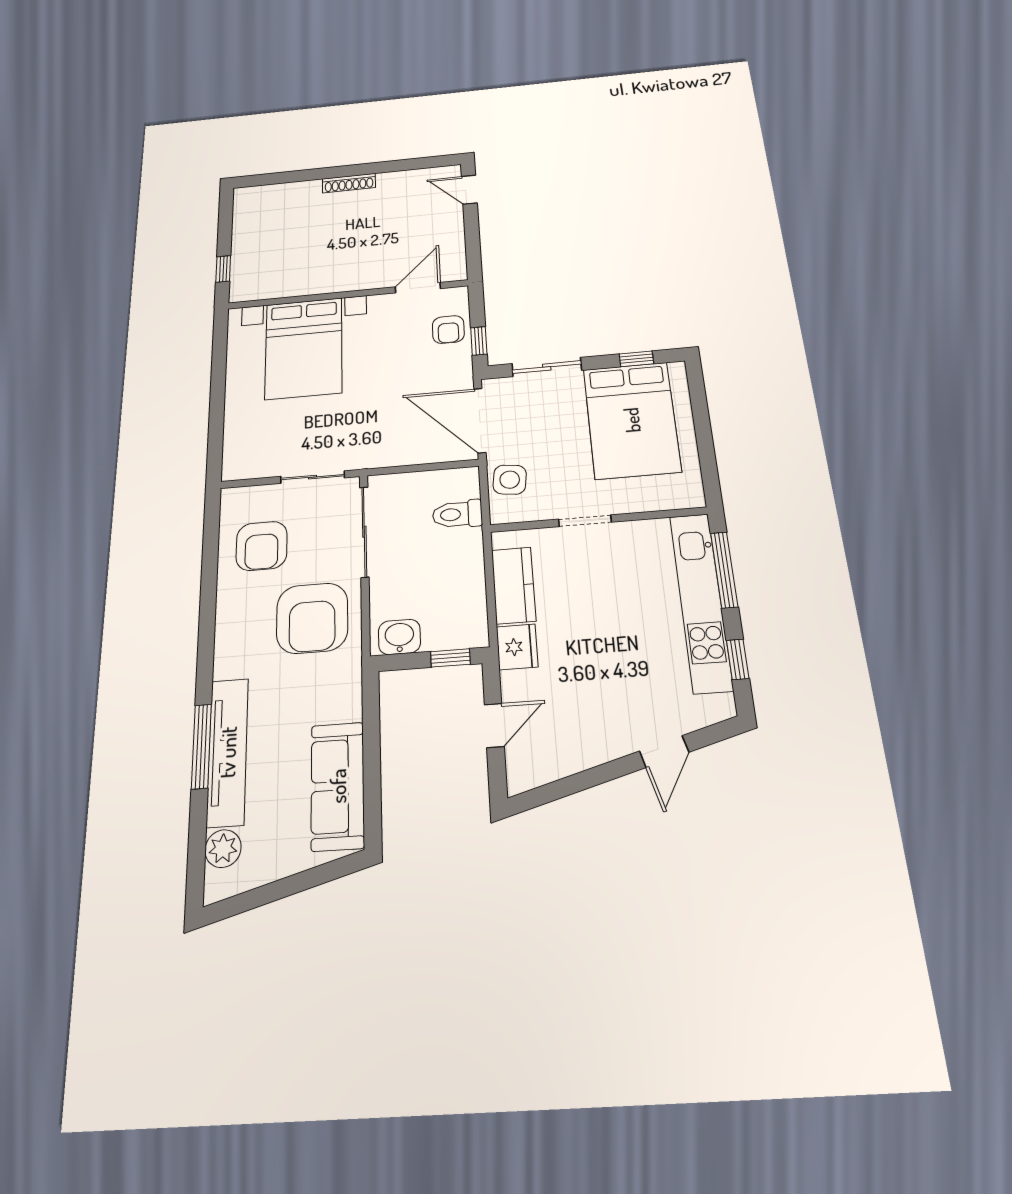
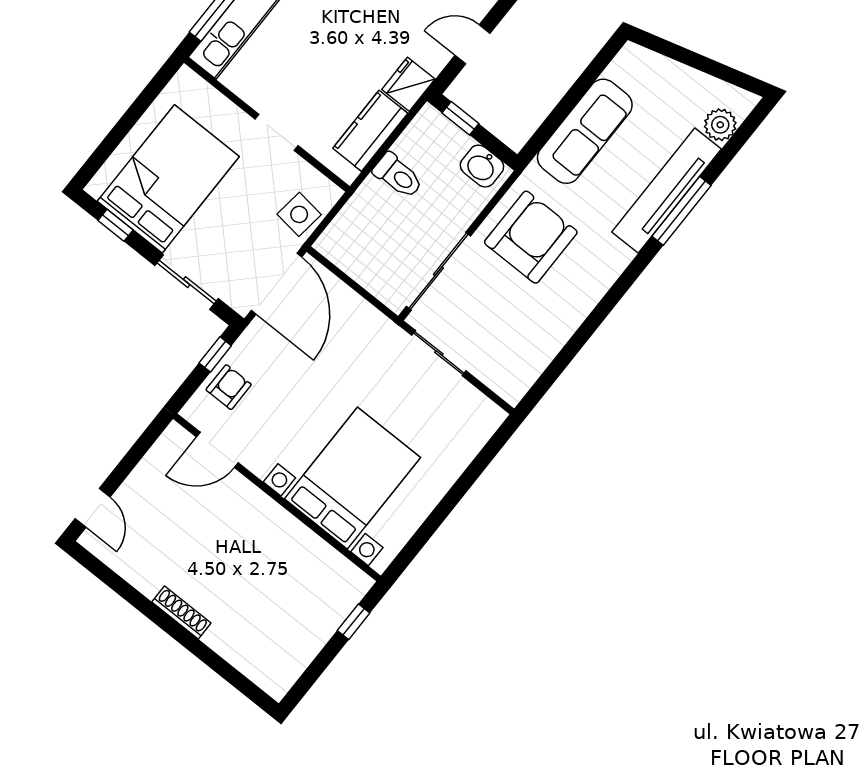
toilet: (457, 514) -> (398, 176), moved
armchair: (262, 546) -> (521, 330), removed
sofa: (338, 786) -> (585, 131), moved

